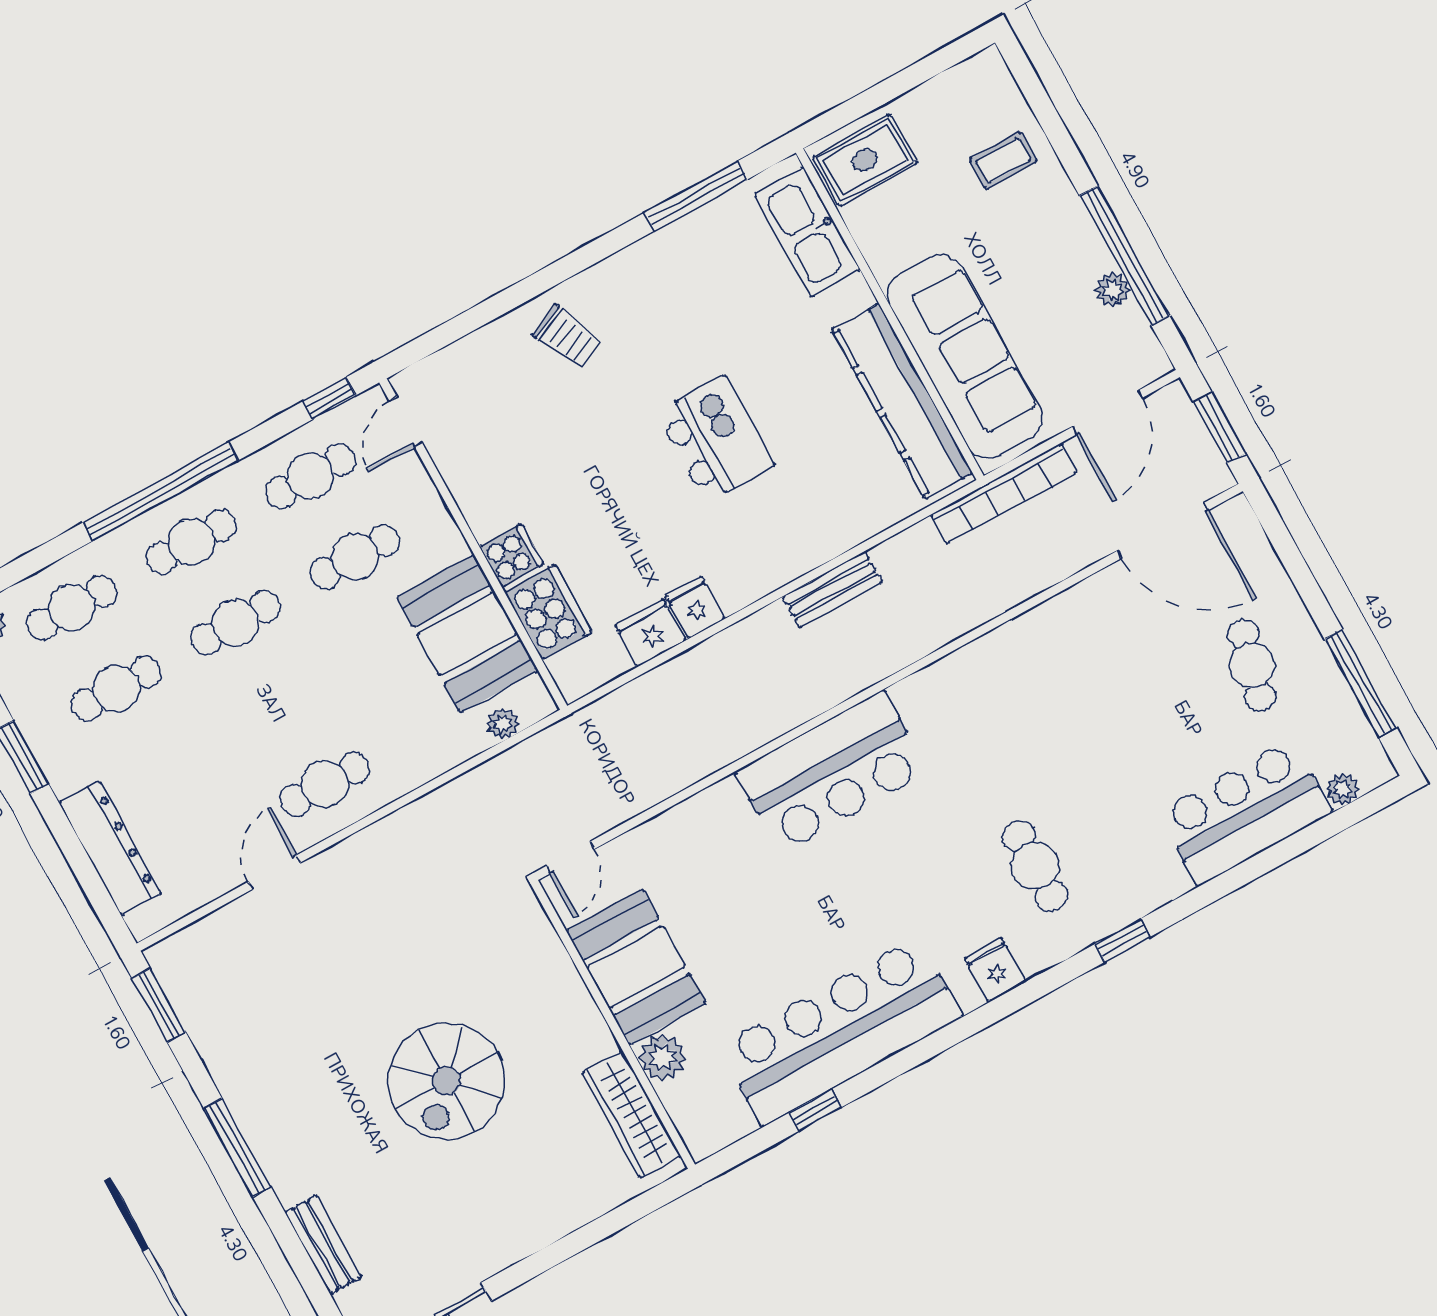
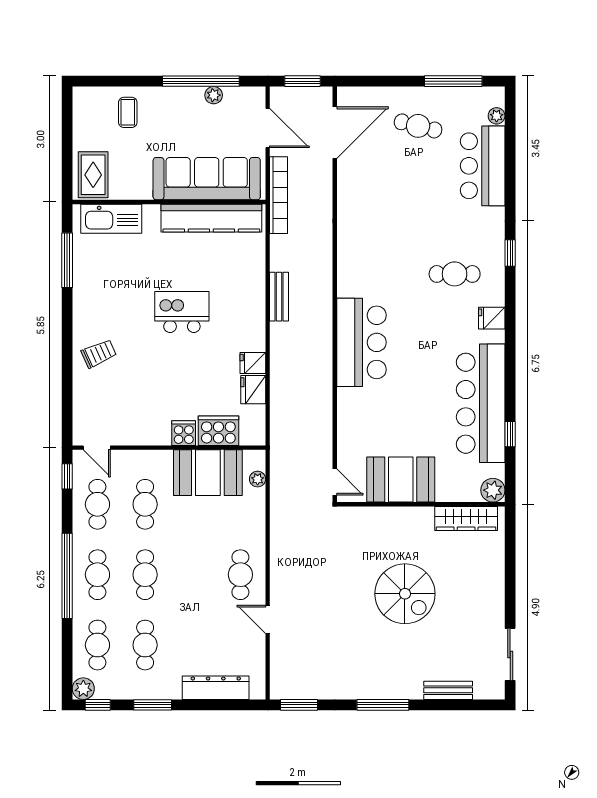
plant: (662, 1058) -> (493, 490), moved

